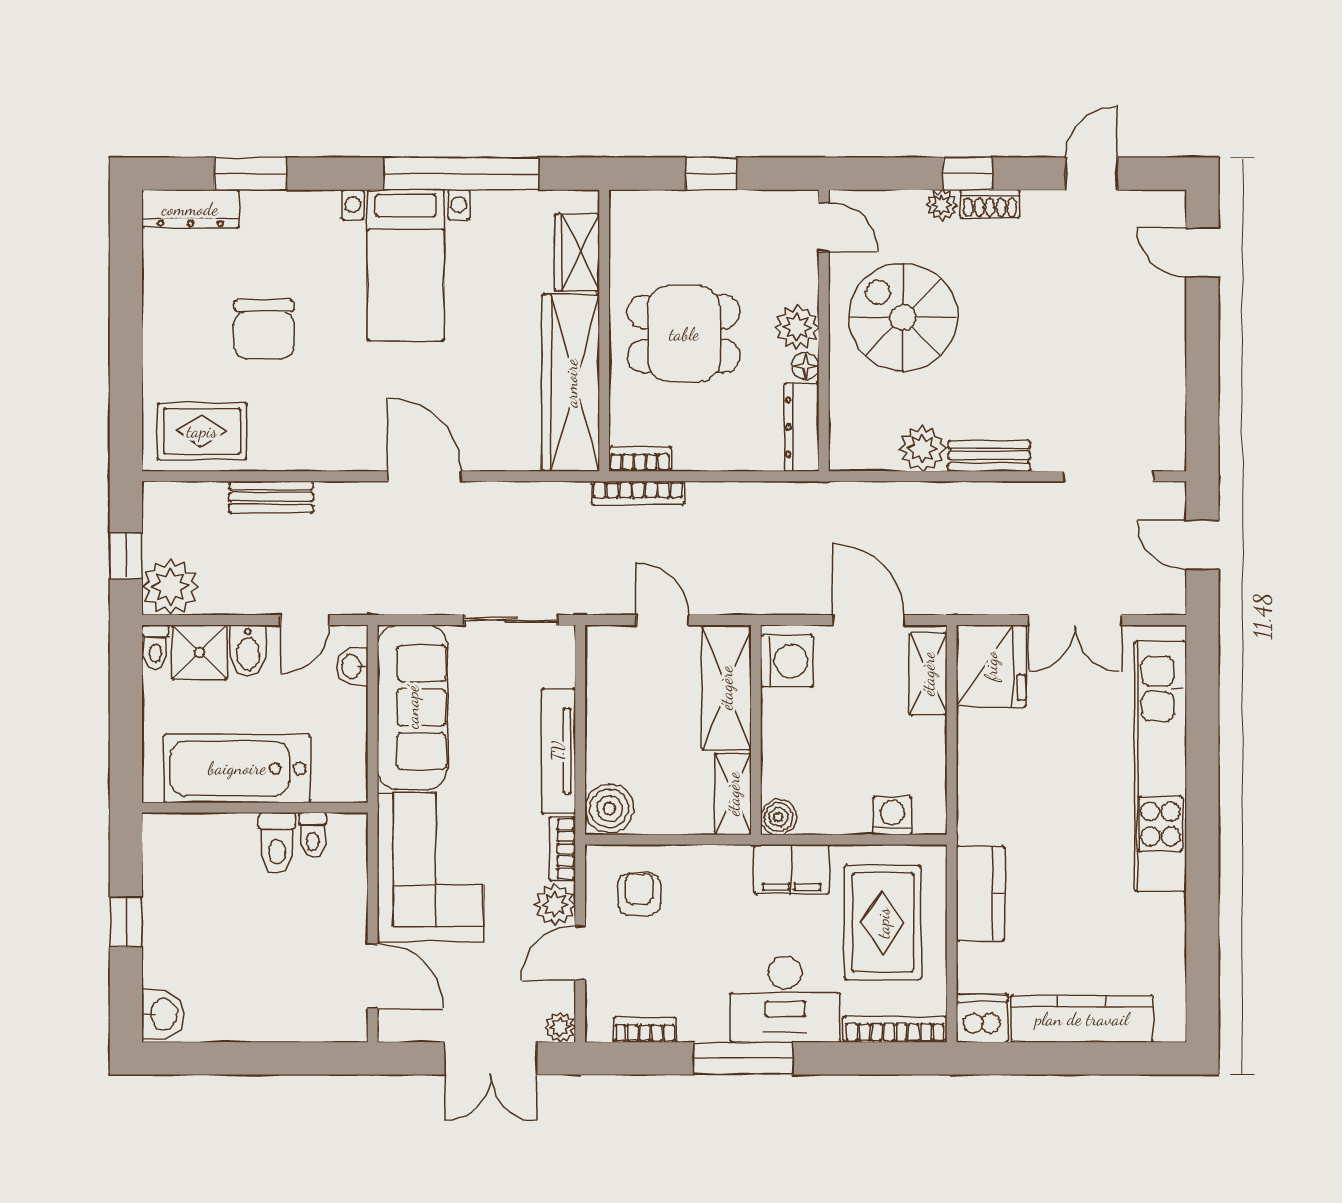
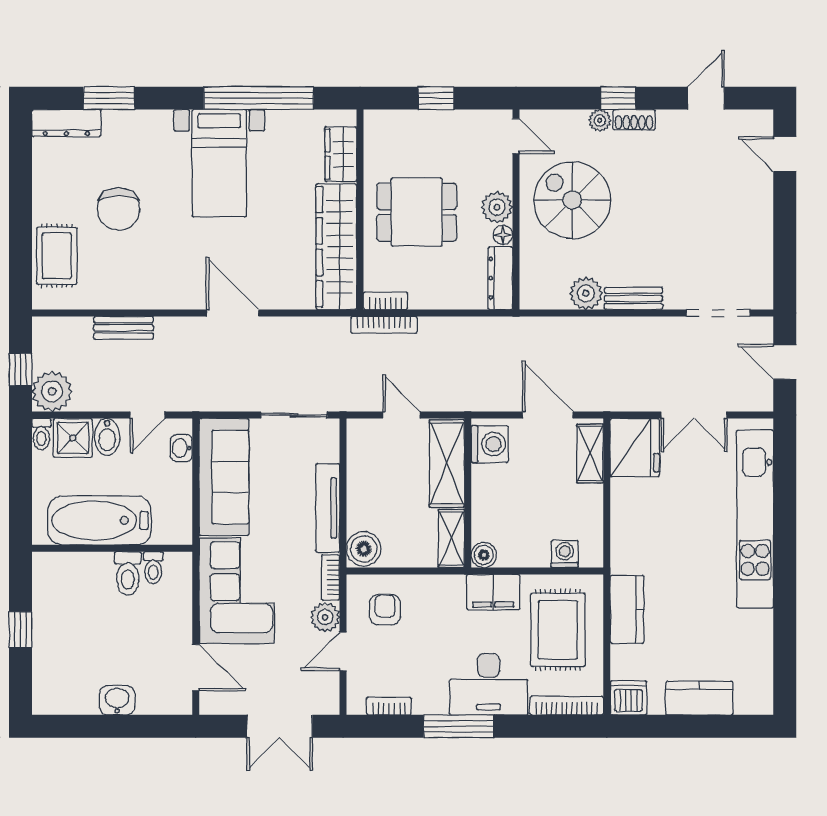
rug: (202, 431) -> (57, 256), moved, turned 90
washbasin: (163, 1014) -> (117, 700), moved, turned -90
kitchen counter: (1082, 1019) -> (699, 698), width x0.67
plant: (560, 1027) -> (329, 704), removed

